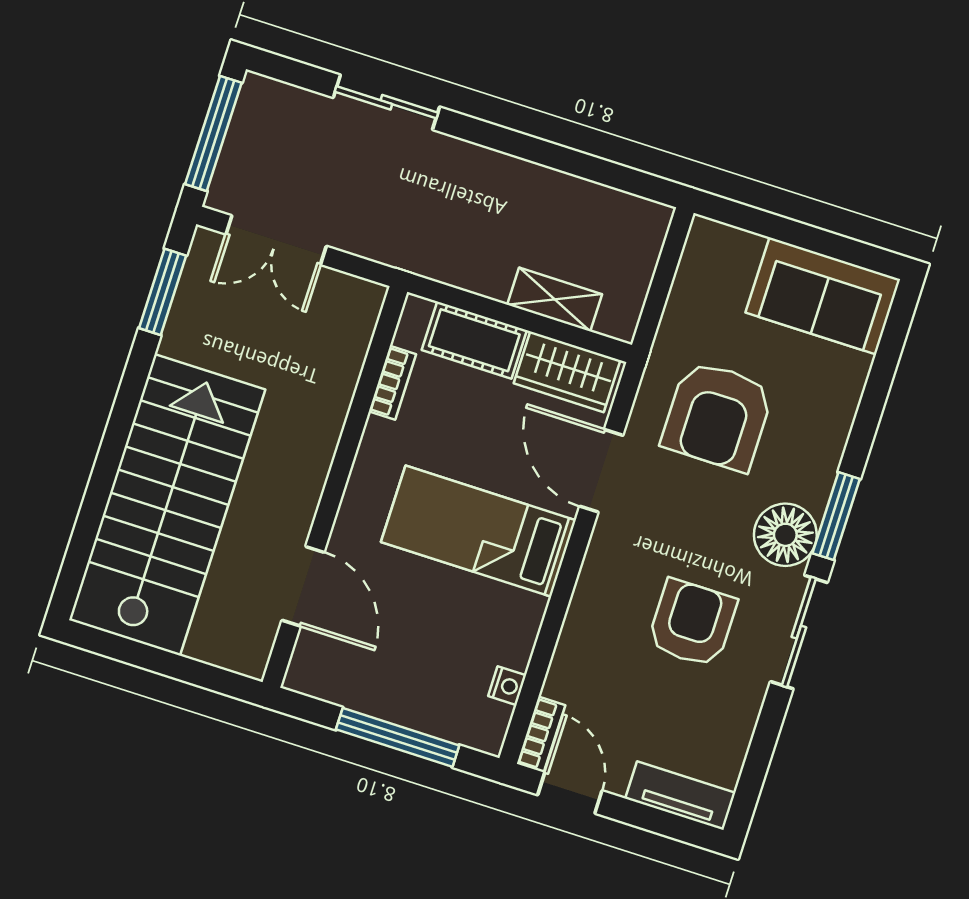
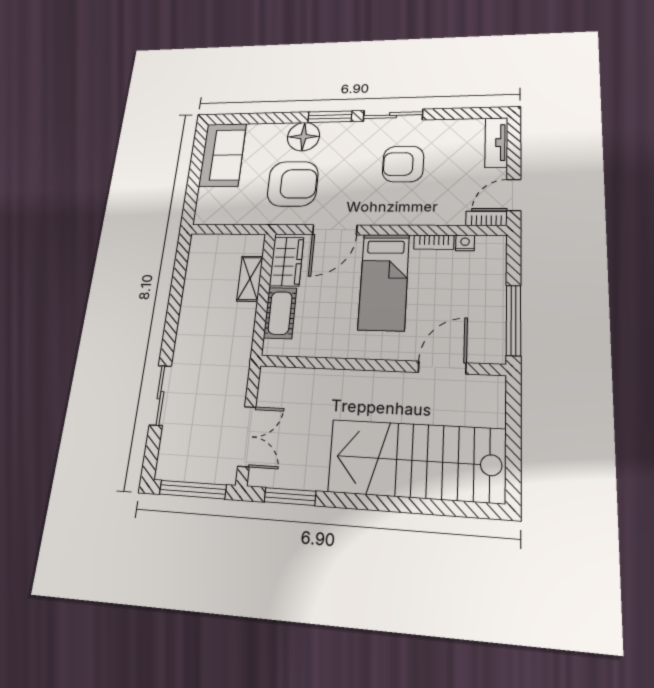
bookcase: (392, 383) -> (434, 242), moved, turned 180
floor lamp: (785, 535) -> (303, 137), moved
window: (398, 737) -> (513, 320), moved

